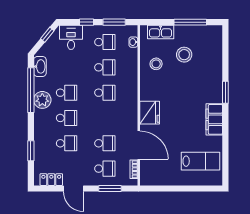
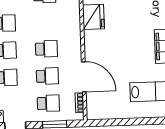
school desk: (105, 93) -> (46, 49), moved
fridge: (150, 113) -> (93, 17), moved

